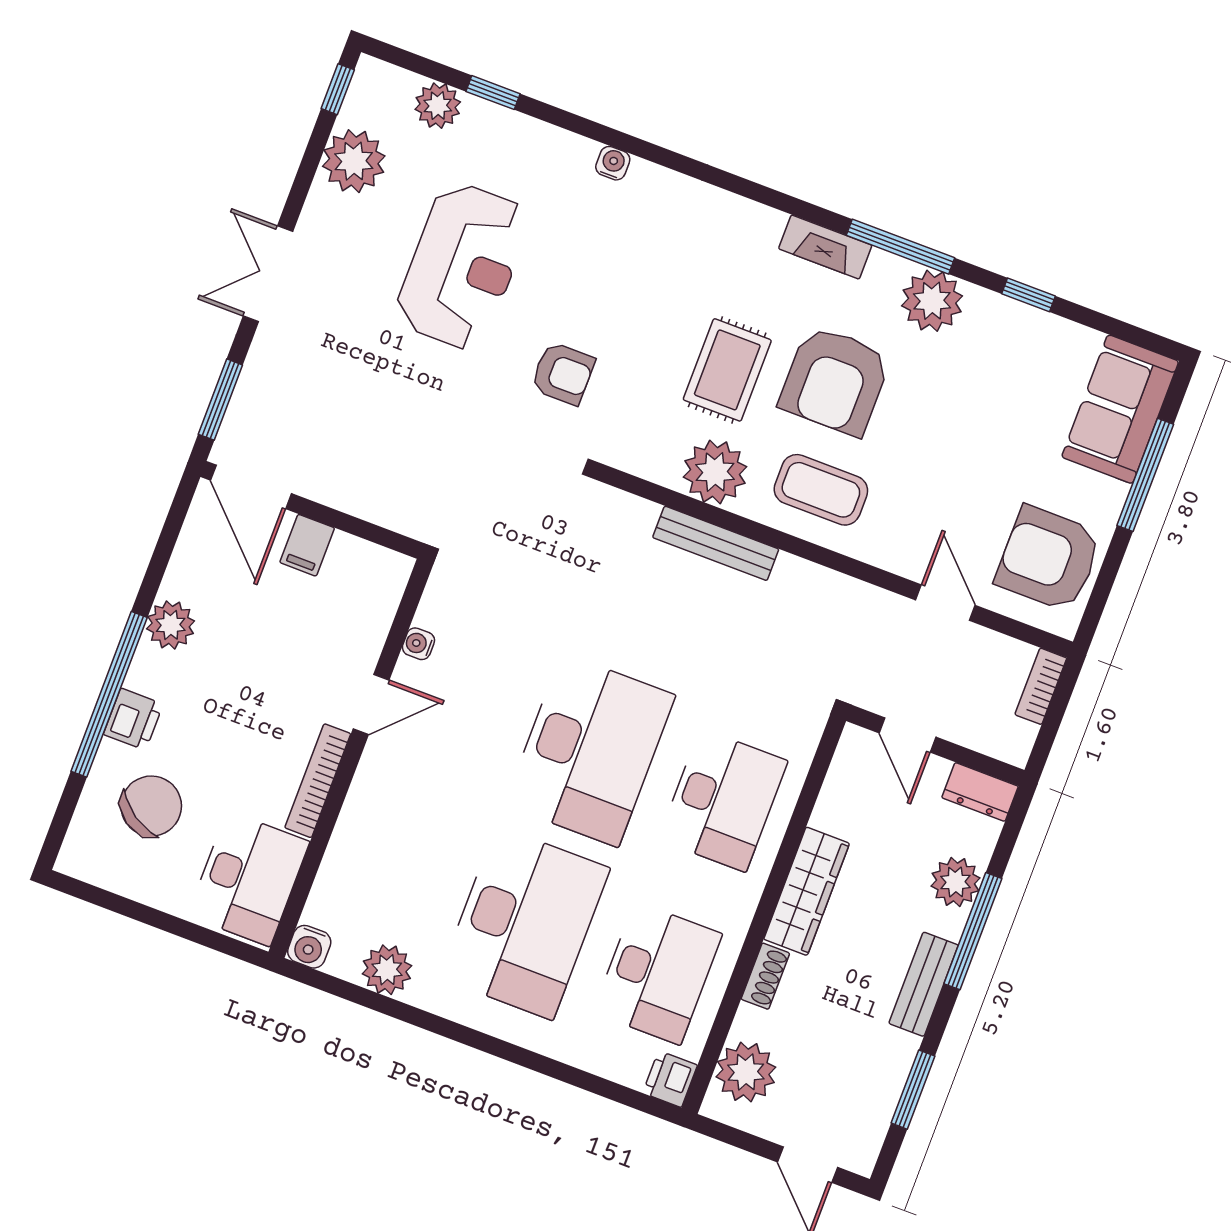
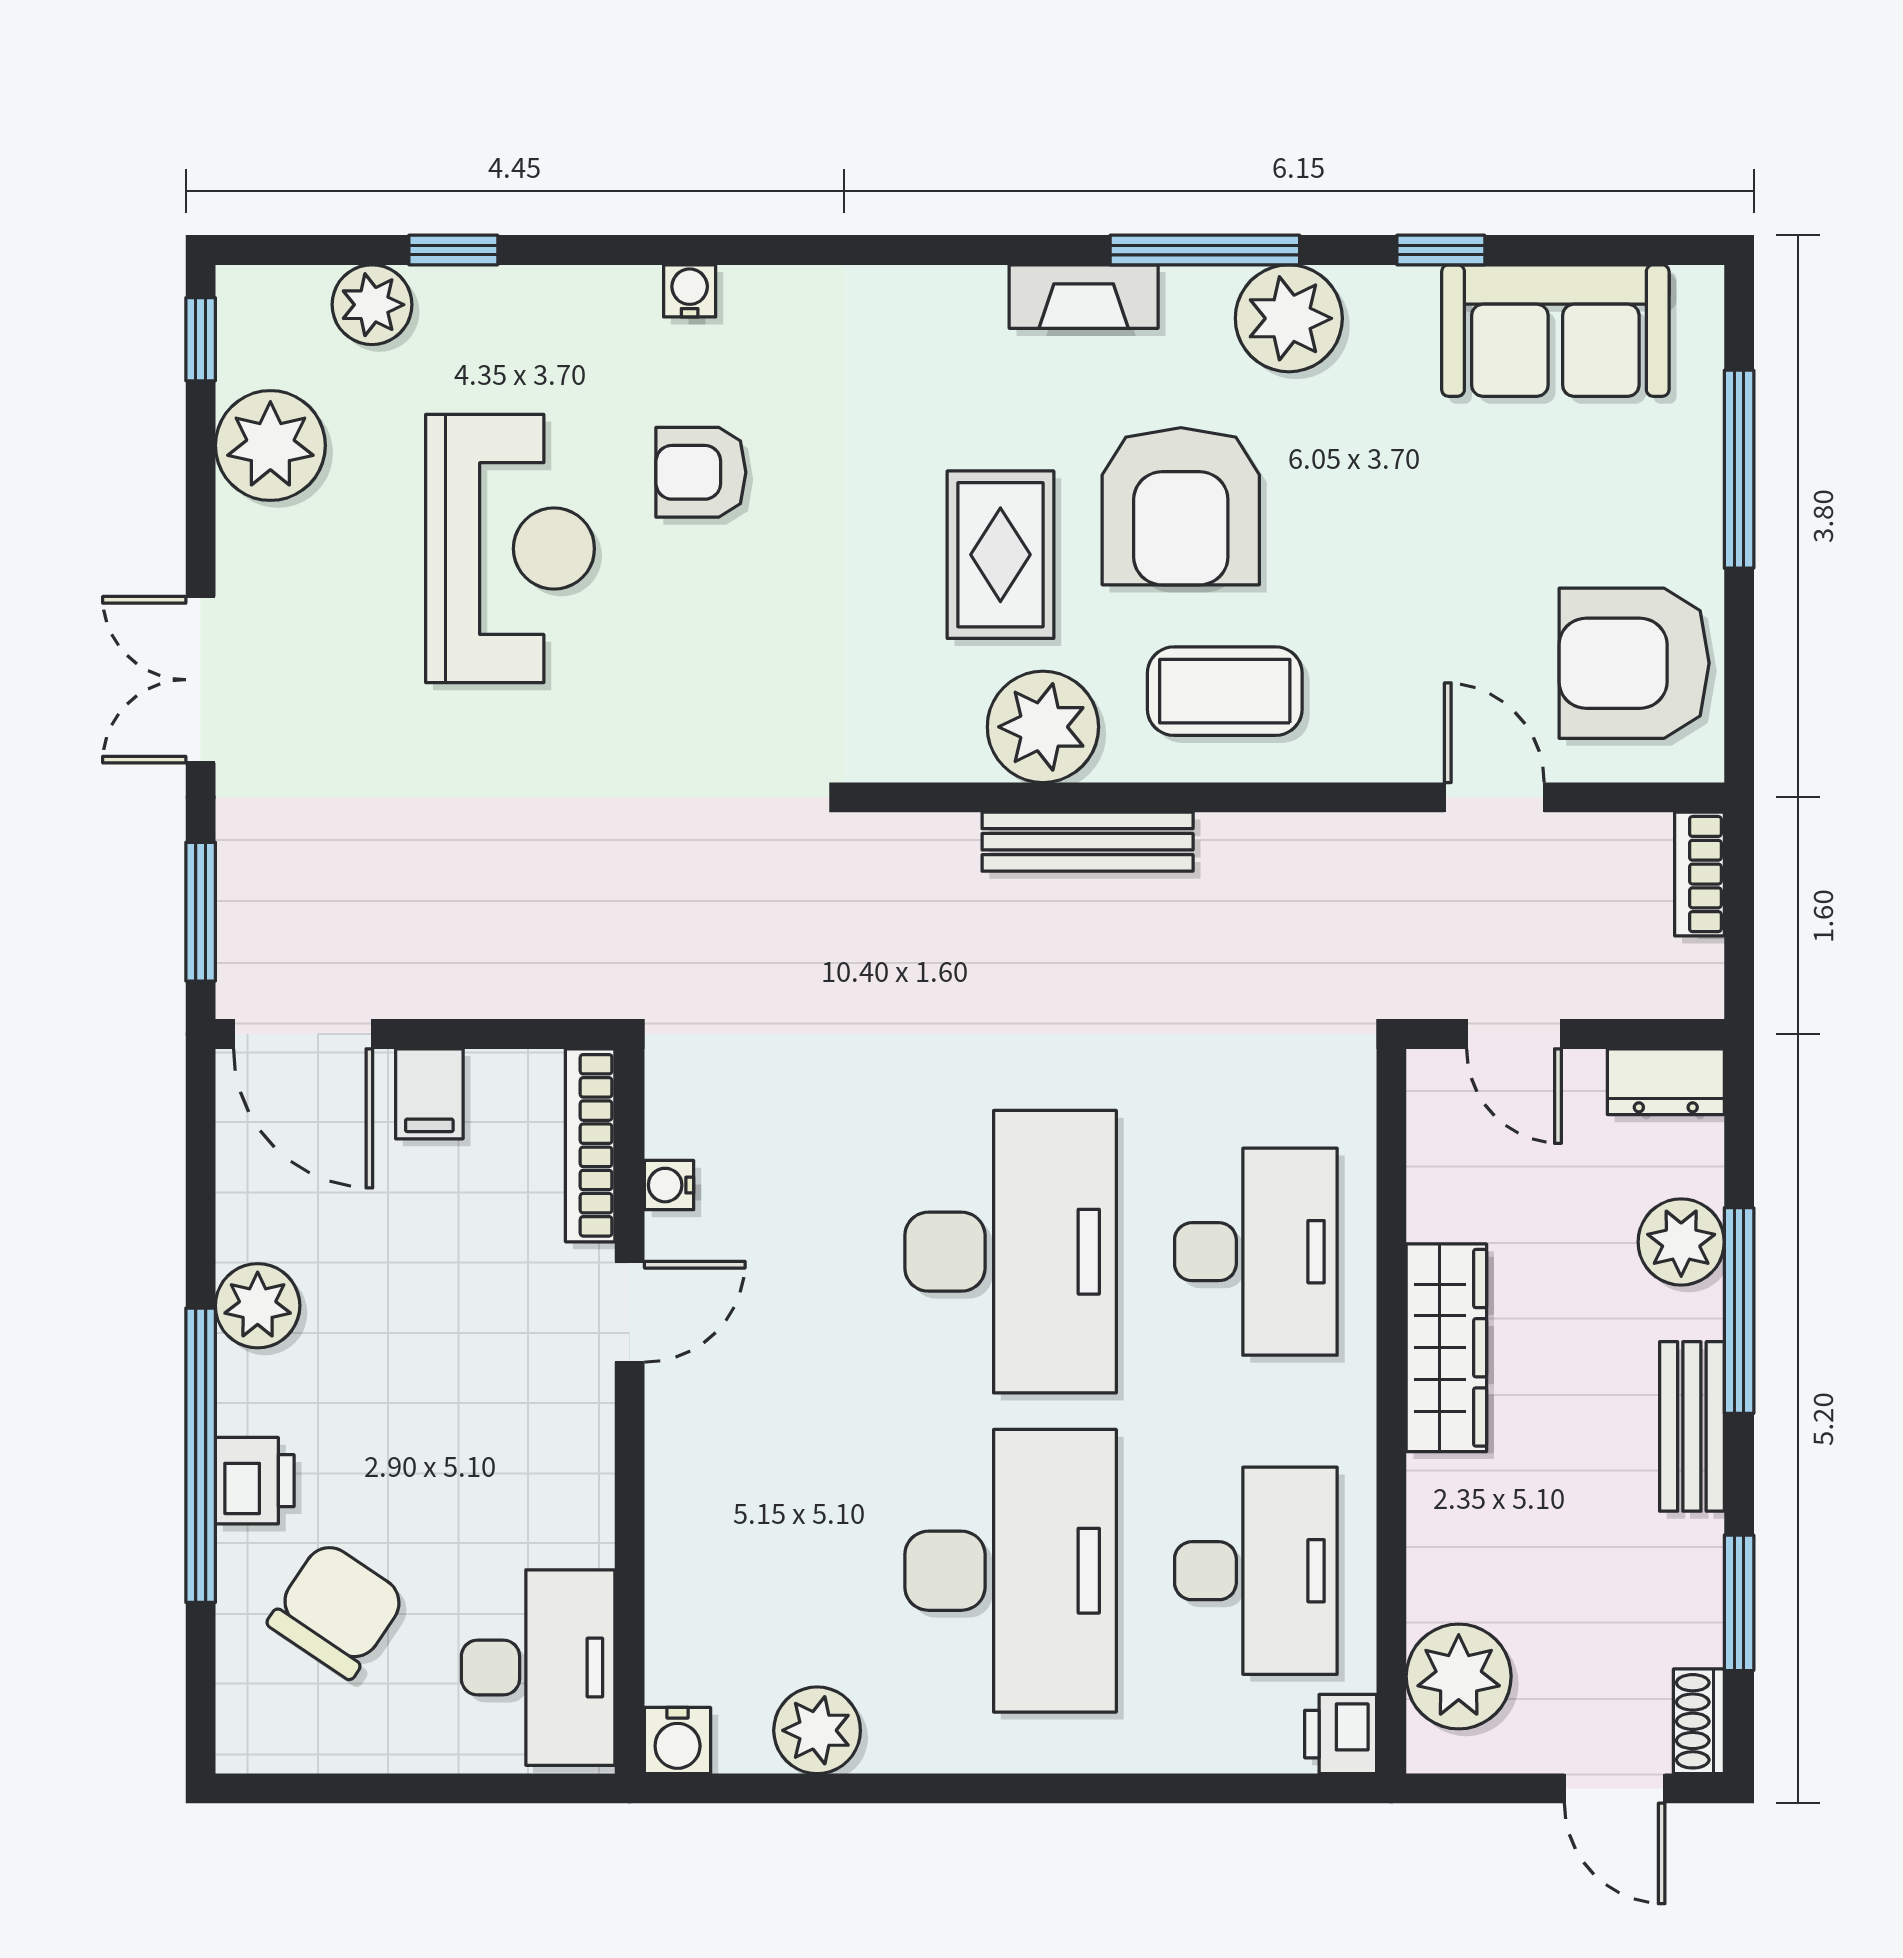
armchair: (563, 373) -> (701, 472), moved, turned 180
sofa: (1120, 409) -> (1555, 331), moved, turned -90
bookcase: (318, 781) -> (590, 1145), moved
shoe rack: (765, 976) -> (1699, 1721), moved, turned 180

